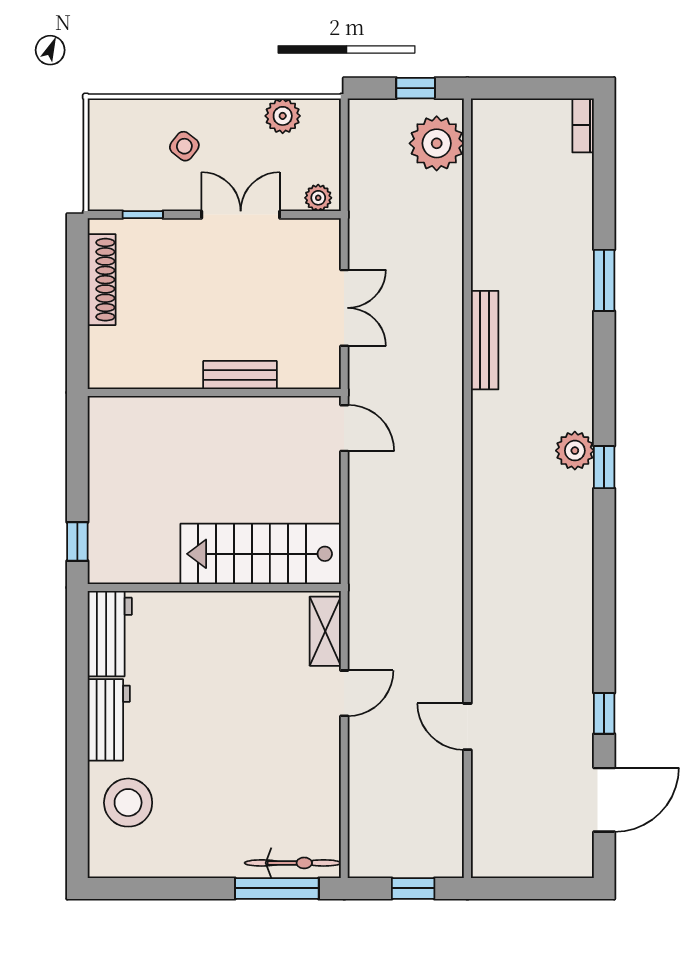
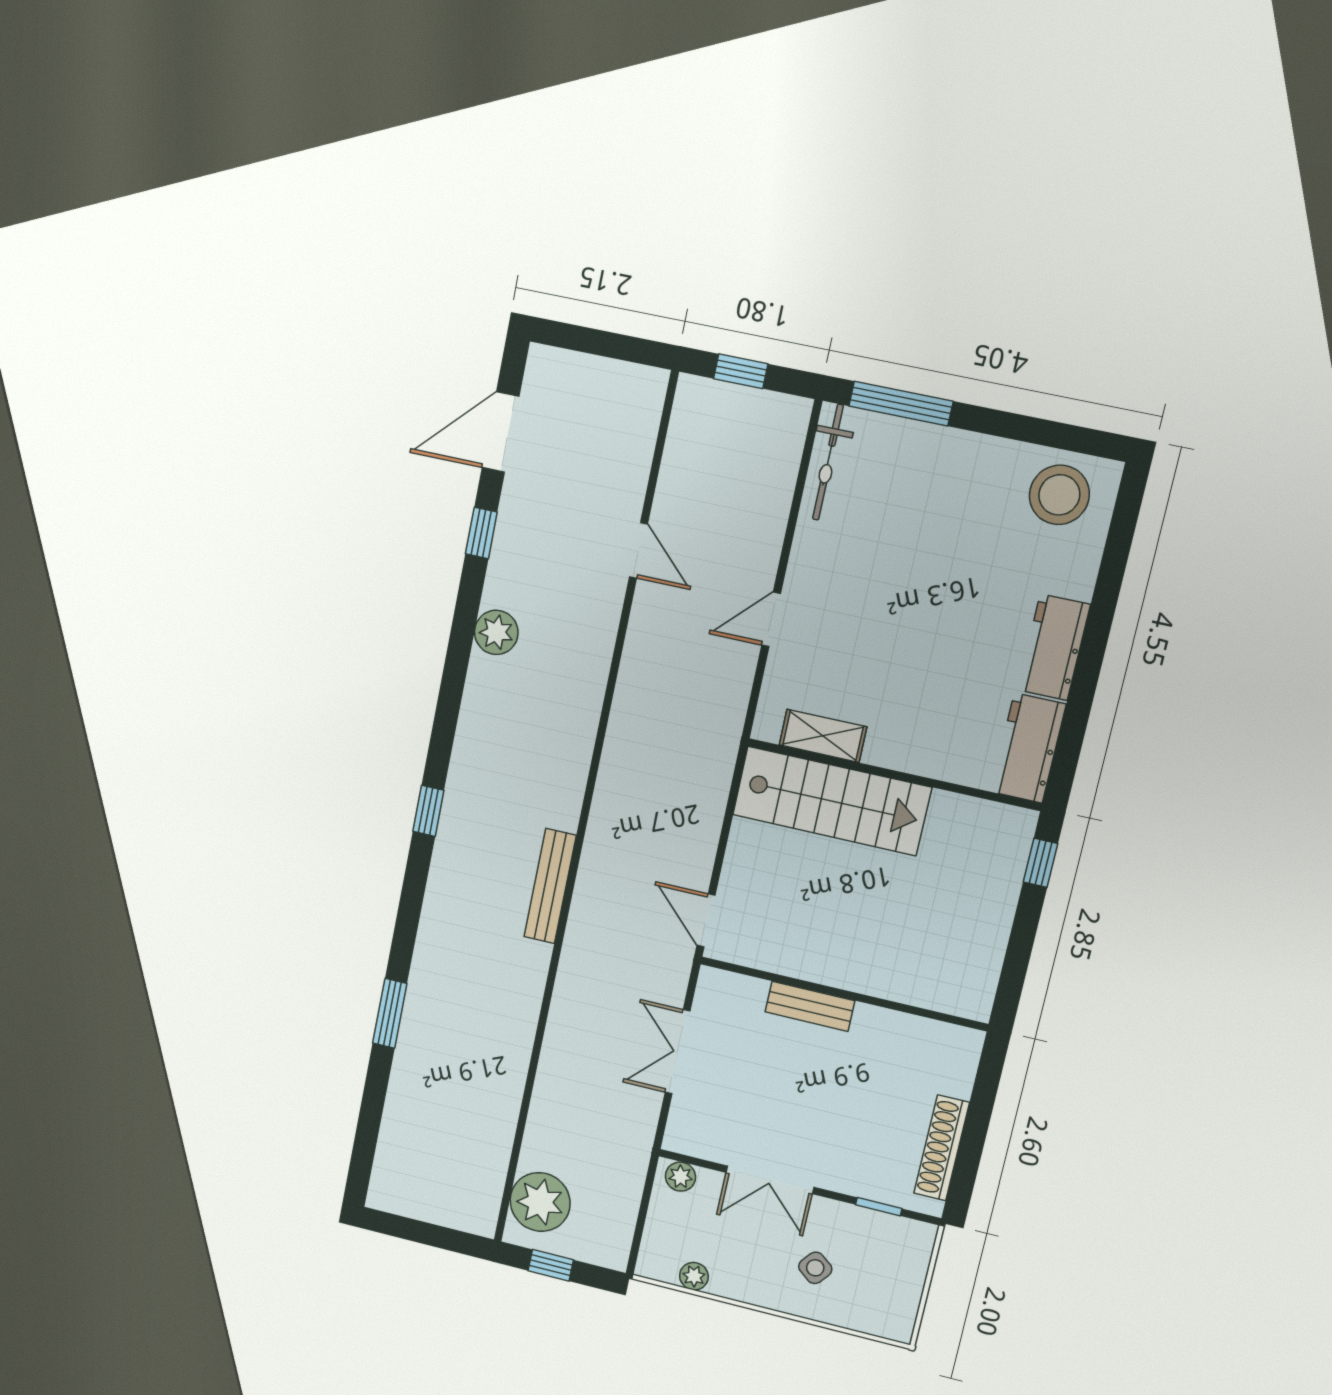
plant: (283, 116) -> (694, 1276), width x0.73, depth x0.73
bookcase: (583, 125) -> (381, 1182), removed
bench: (485, 340) -> (550, 886), moved
plant: (575, 451) -> (496, 632), moved
shelving: (325, 631) -> (823, 736), moved, turned 90
stool: (128, 803) -> (1059, 495), moved
bicycle: (293, 863) -> (828, 462), moved, turned -90

